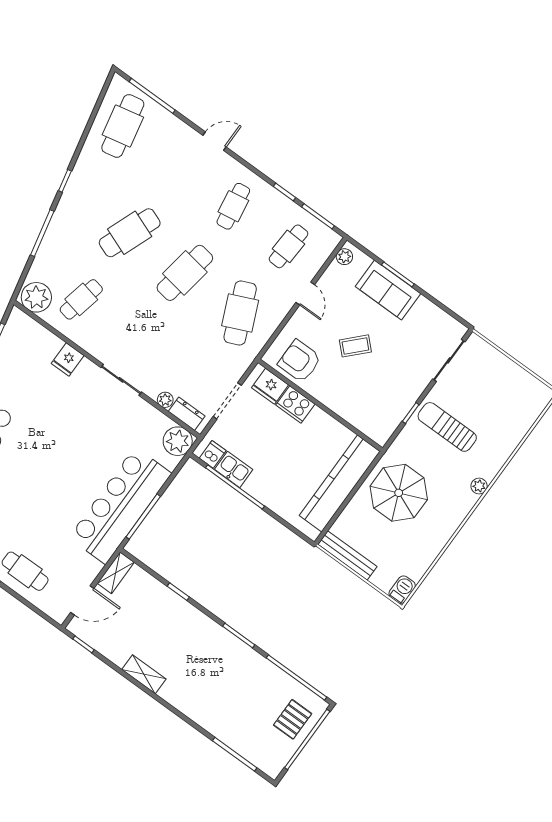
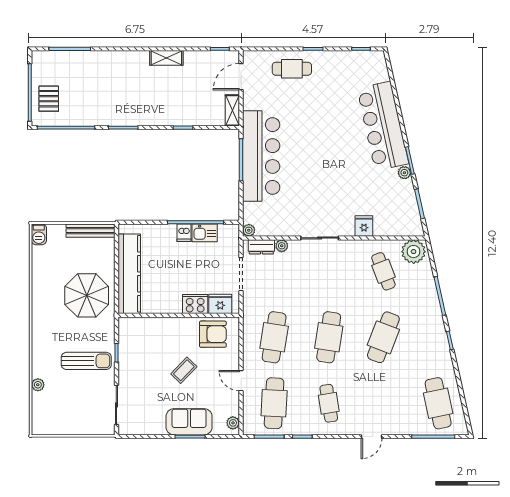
cafe table: (289, 246) -> (274, 403), width x1.37, depth x1.35
cafe table: (81, 299) -> (383, 271), turned -33
cafe table: (240, 313) -> (274, 337), turned 33
plant: (178, 441) -> (249, 230), width x0.53, depth x0.53
dishwasher: (213, 454) -> (184, 233), moved
plant: (479, 486) -> (38, 385), moved

